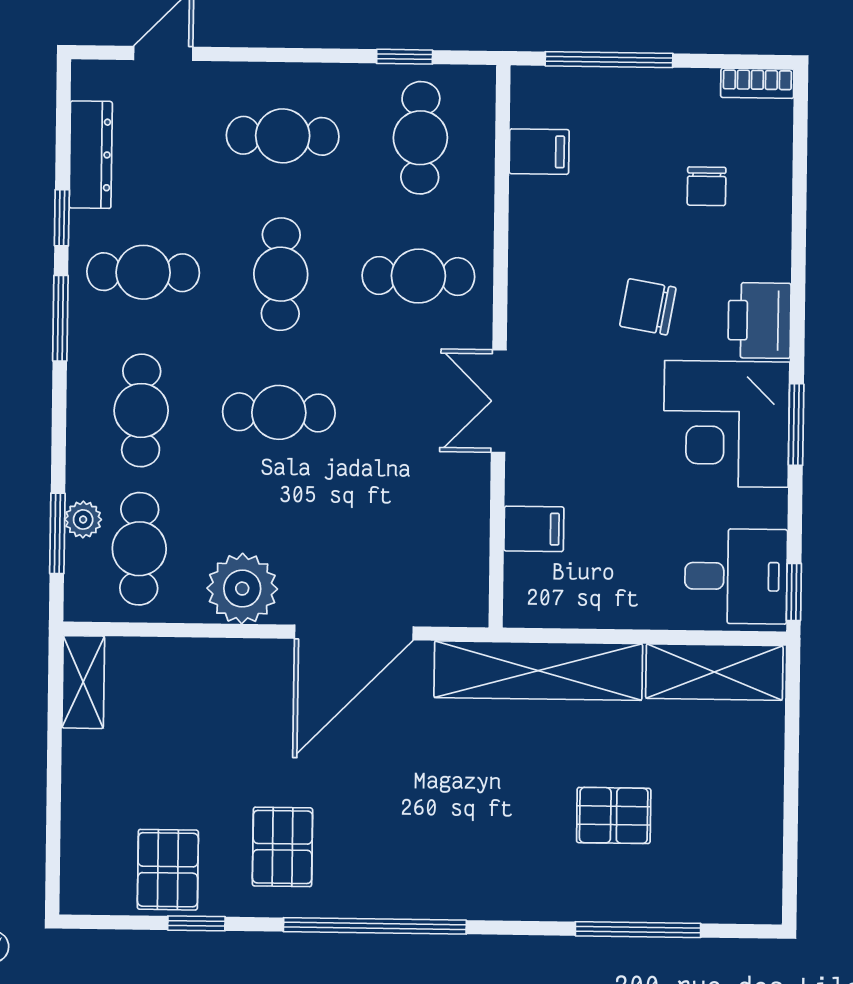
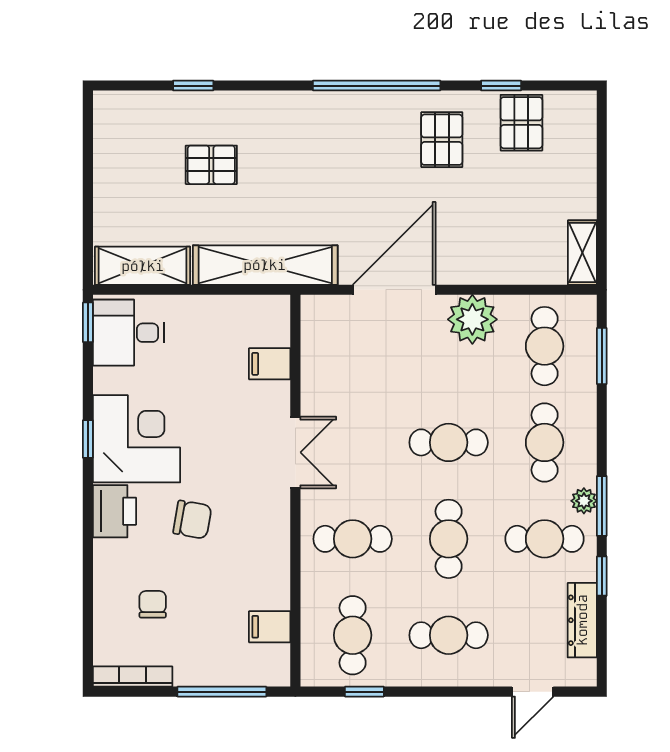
bookcase: (757, 83) -> (133, 676), width x1.56
window: (796, 425) -> (88, 439), width x0.67
plant: (83, 519) -> (584, 501), moved
window: (638, 930) -> (193, 86), width x0.46

